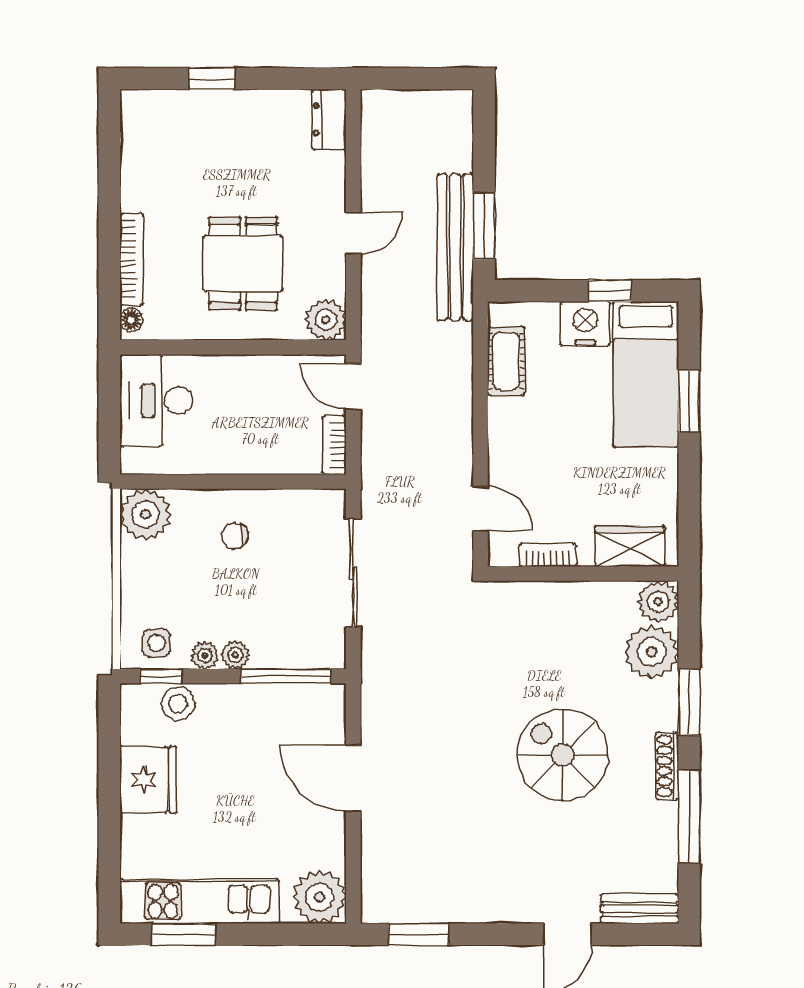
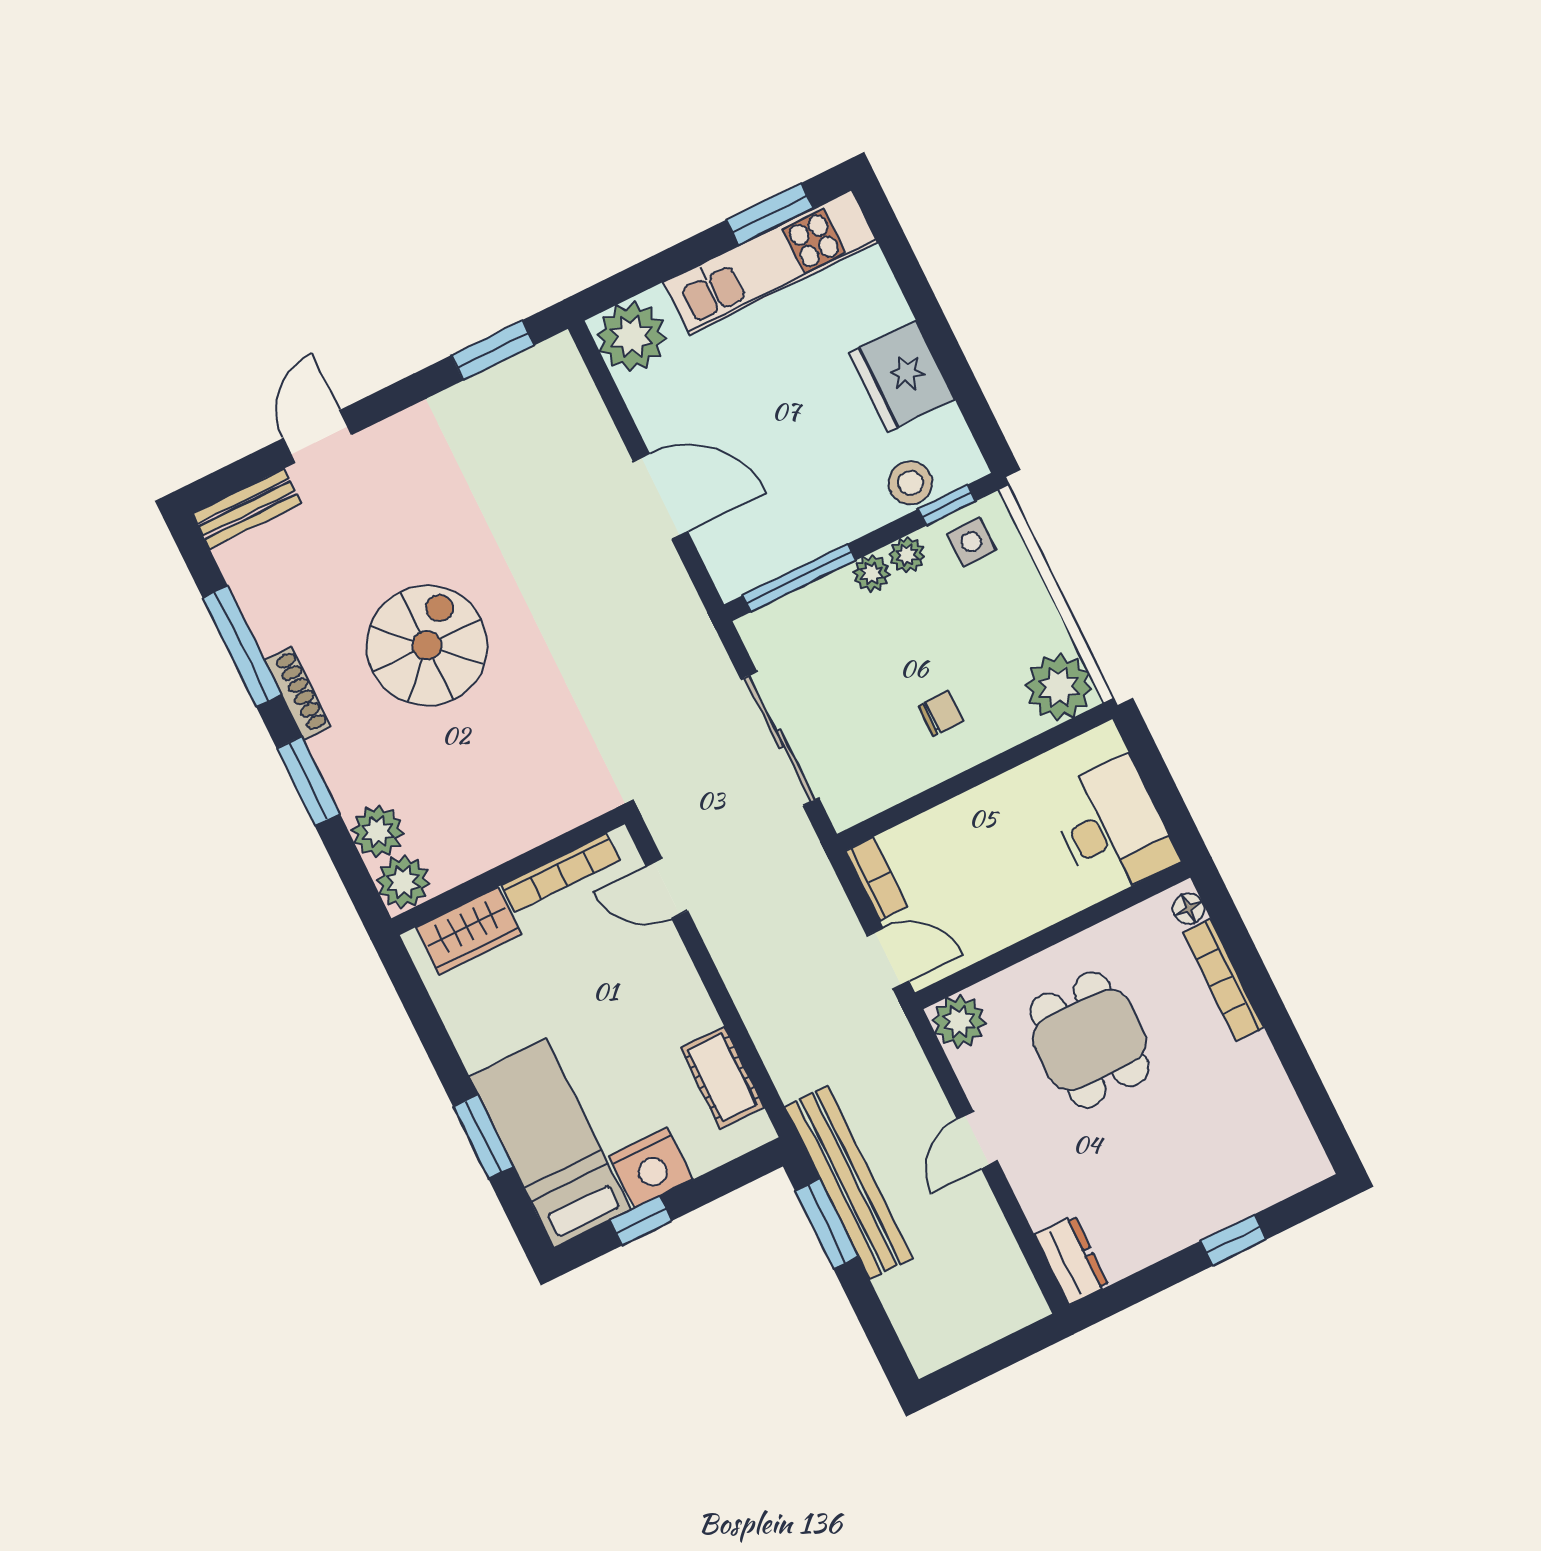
bookcase: (548, 555) -> (561, 873), width x1.56
plant: (652, 652) -> (378, 832), width x0.73, depth x0.73
spiral stairs: (563, 755) -> (427, 645), turned -90

